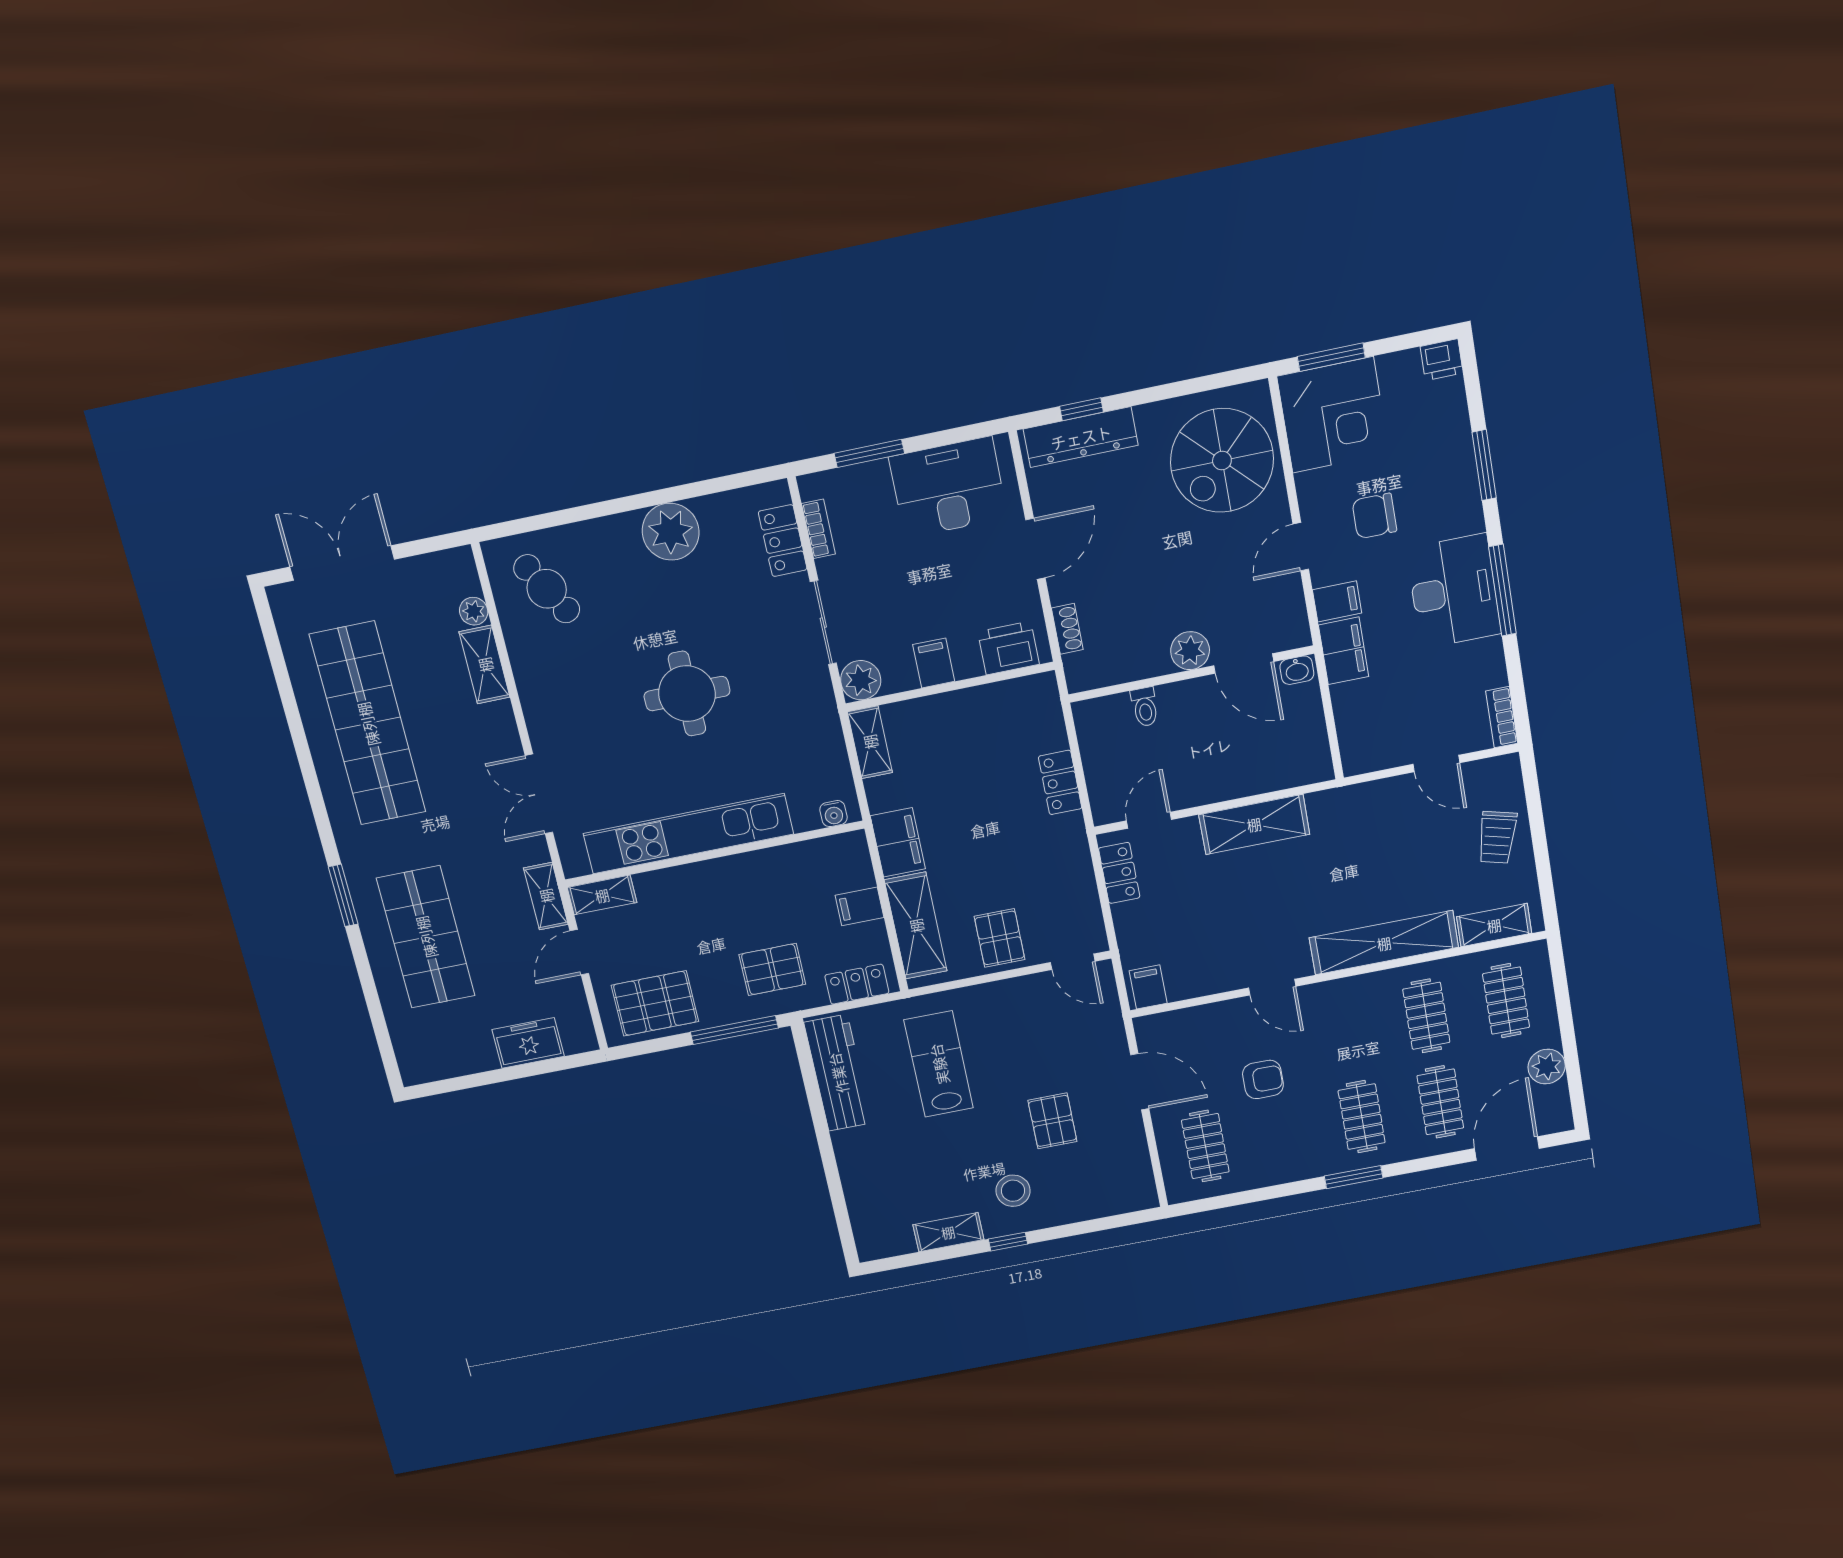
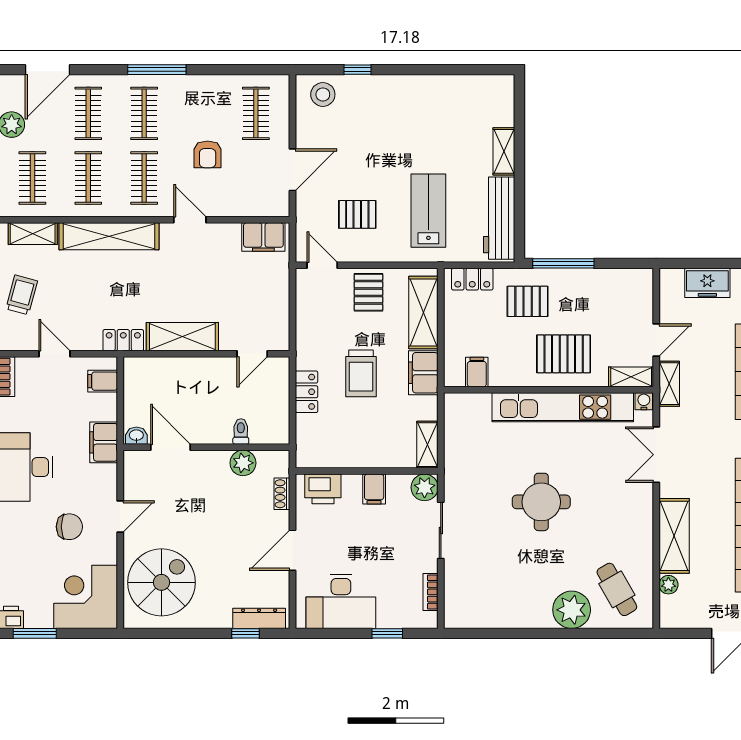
window: (1331, 357) -> (35, 633), moved
dresser: (1081, 437) -> (259, 618), width x0.73, depth x0.80
window: (869, 453) -> (387, 633), width x0.67
plant: (671, 532) -> (572, 610), moved
locker: (783, 541) -> (456, 589), removed
filing cabinet: (1337, 601) -> (103, 381), moved
plant: (1190, 651) -> (243, 463), moved
shelving: (485, 665) -> (674, 536), width x1.50, depth x1.33
double door: (539, 794) -> (656, 455), swing flipped
water cooler: (834, 814) -> (644, 401), moved
trolley: (987, 824) -> (361, 373), added
locker: (1119, 873) -> (123, 340), moved, turned 90
filing cabinet: (860, 906) -> (477, 372), moved, turned -90
filing cabinet: (1148, 987) -> (263, 237), width x2.00
pallet: (655, 1003) -> (564, 354), moved
clothes rail: (1347, 1031) -> (144, 178), added
lab bench: (939, 1064) -> (428, 211), turned 180
armchair: (1263, 1079) -> (208, 154), turned -90
door: (1140, 1082) -> (293, 170), swing flipped
pallet: (1052, 1121) -> (357, 214), moved, turned 90
window: (1354, 1177) -> (157, 70), width x1.44
stool: (1013, 1191) -> (323, 94), moved
shelving: (948, 1232) -> (504, 151), moved, turned 90
window: (1008, 1242) -> (357, 70), moved

